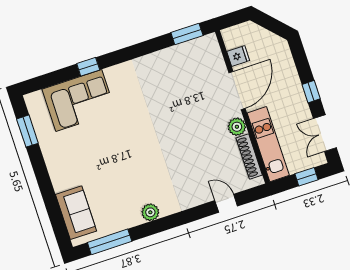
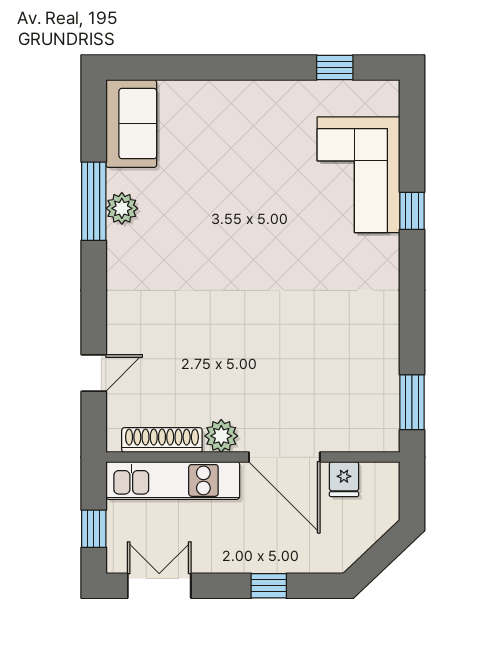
window: (311, 92) -> (269, 586), moved
window: (27, 131) -> (335, 68), width x0.67
plant: (150, 212) -> (122, 208), moved
sofa: (76, 213) -> (131, 124), moved, turned -90
window: (110, 242) -> (94, 201), moved

